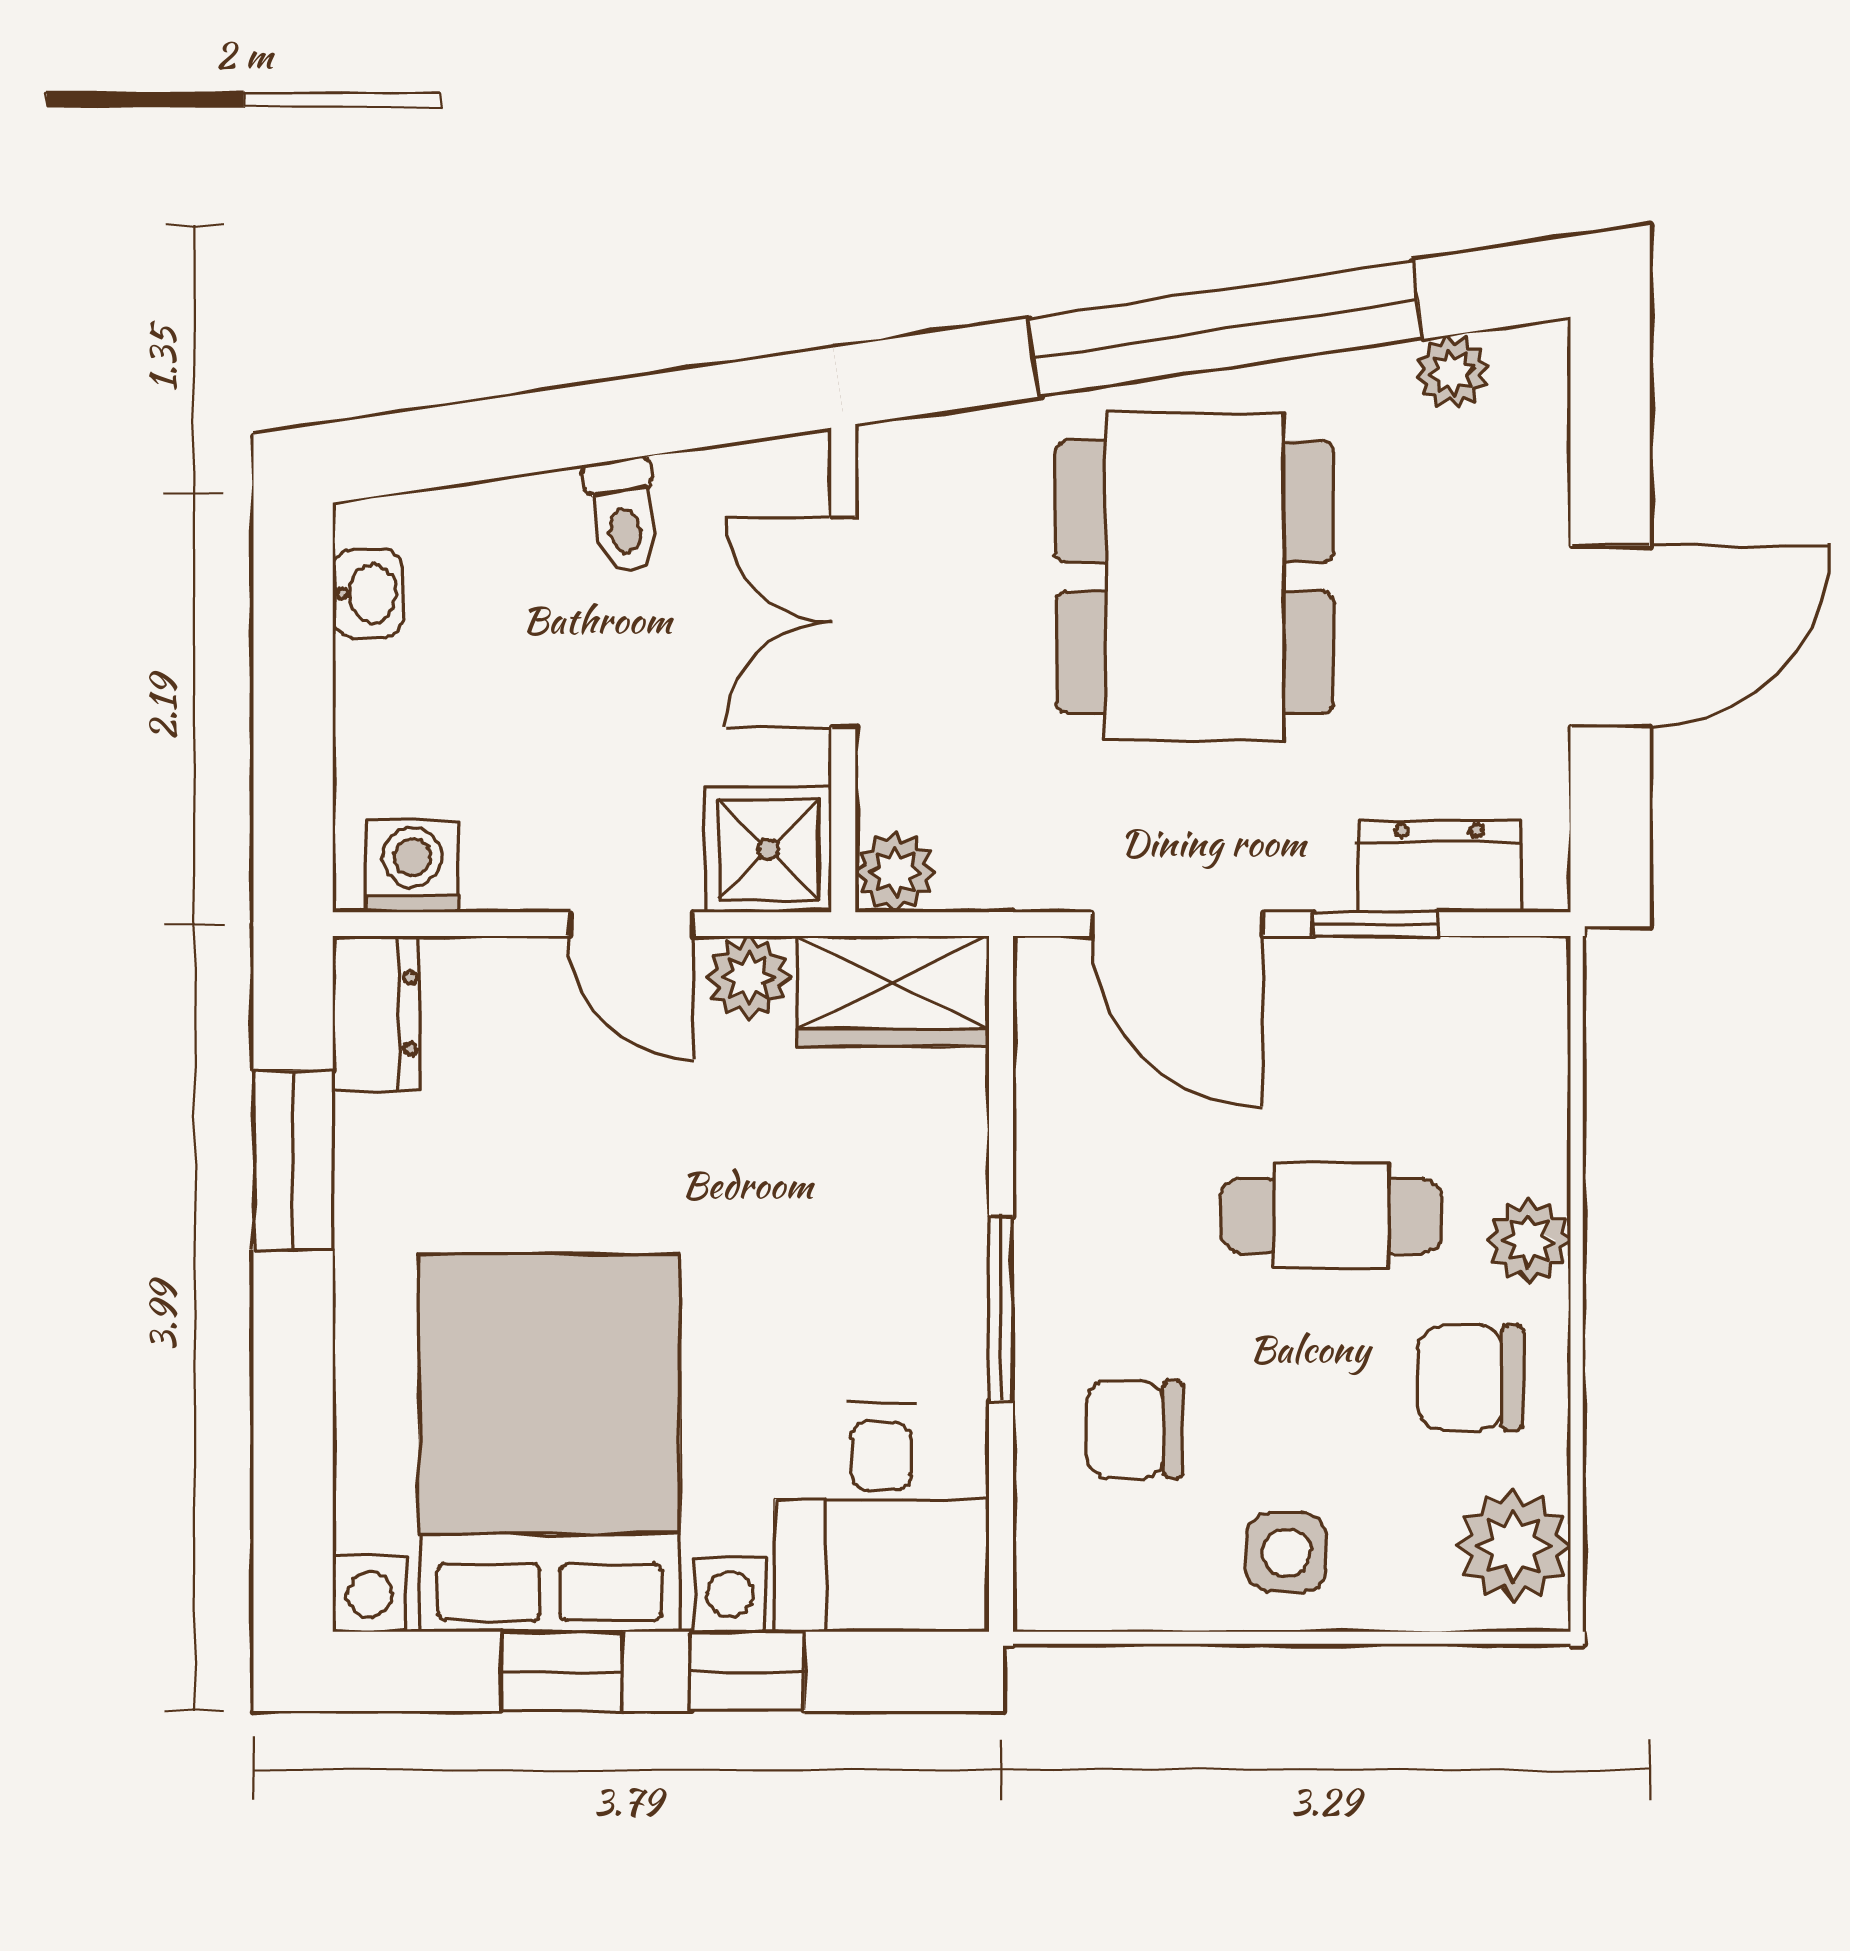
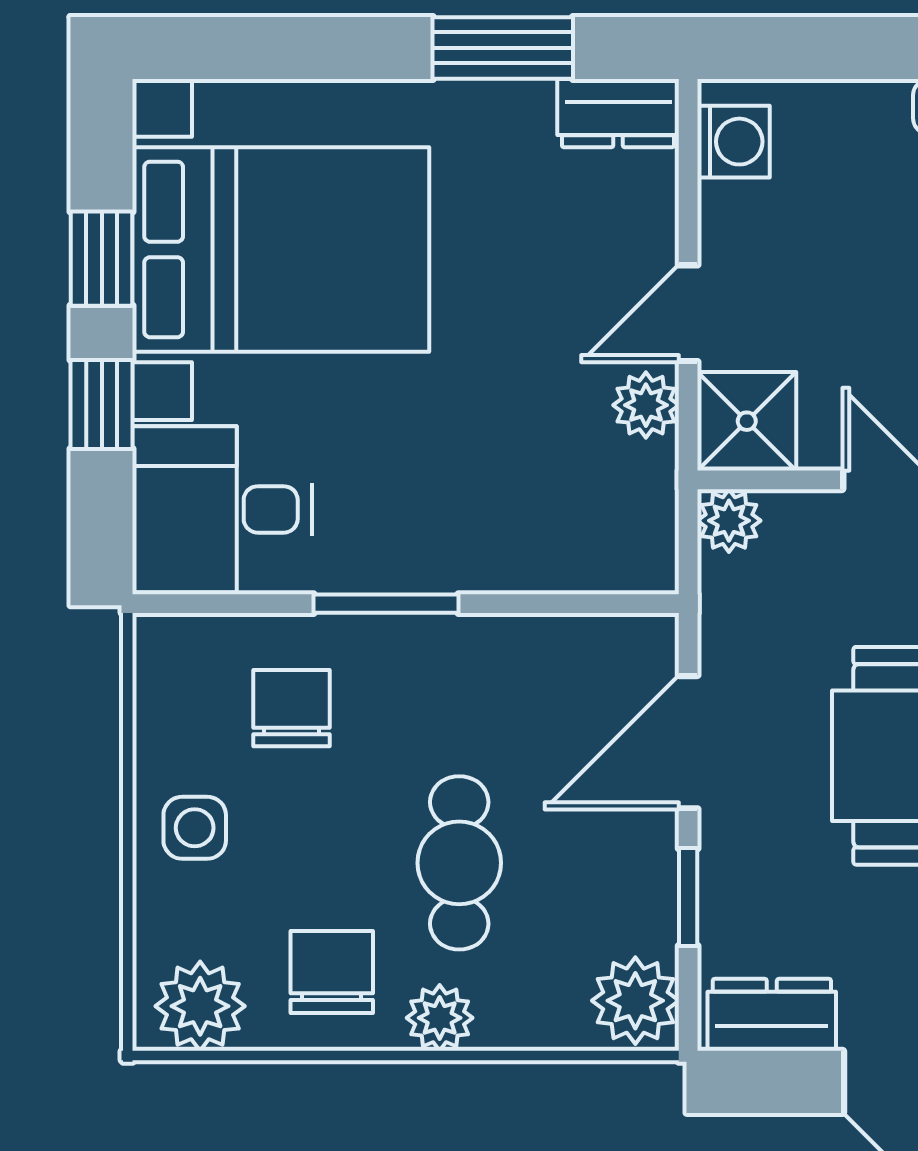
dresser: (1439, 866) -> (772, 1015), moved, turned -90
wardrobe: (893, 991) -> (635, 519), removed
plant: (1507, 991) -> (635, 1001), added

